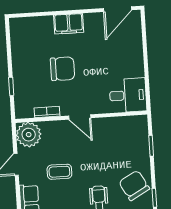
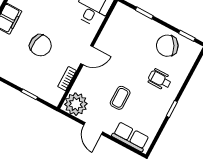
chair: (63, 69) -> (40, 45), turned 101

